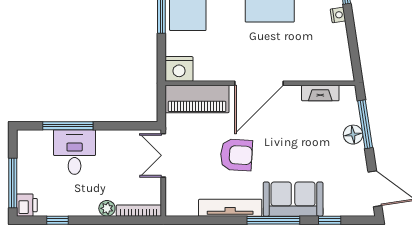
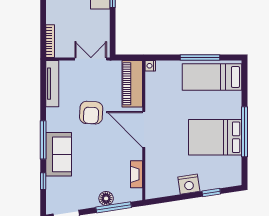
nightstand: (338, 15) -> (189, 184), width x1.89, depth x1.79
nightstand: (179, 69) -> (150, 66), width x0.53, depth x0.56
plant: (107, 208) -> (52, 18), removed
tv unit: (230, 208) -> (52, 84), moved

